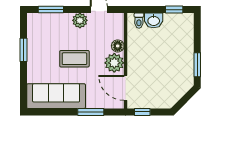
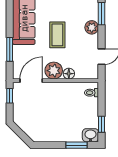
plant: (80, 20) -> (92, 27), moved
washbasin: (154, 20) -> (90, 135), moved, turned 90
window: (197, 65) -> (77, 145), moved

